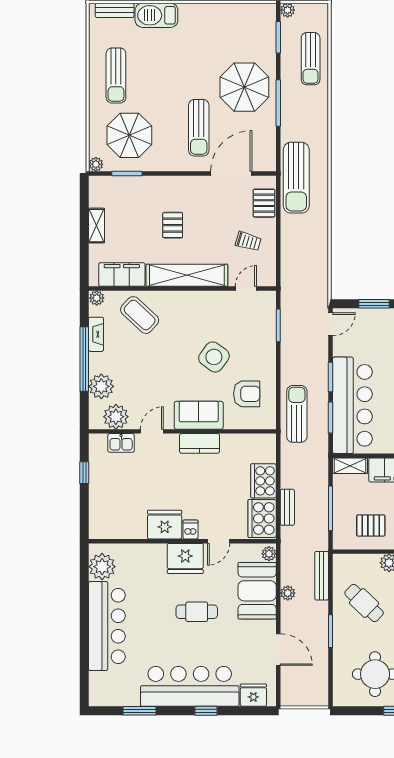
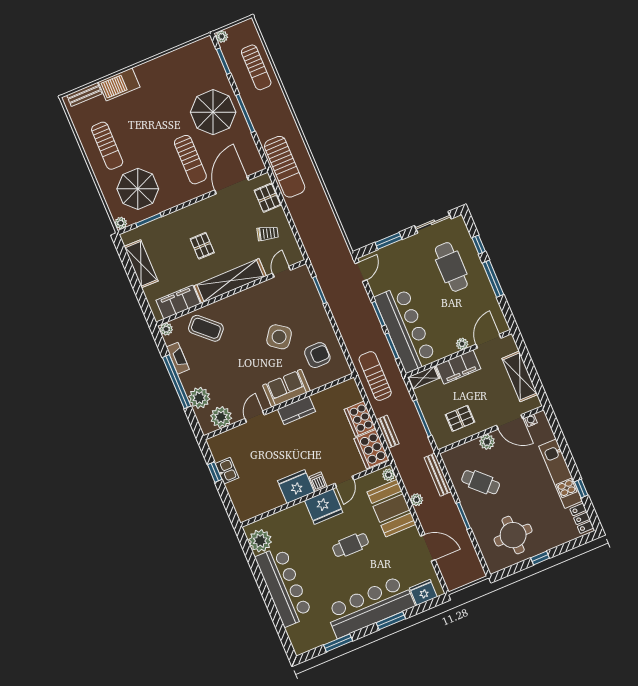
shelving: (97, 226) -> (141, 264), width x1.50, depth x1.33
sun lounger: (297, 414) -> (375, 376), moved
kitchen sink: (121, 443) -> (227, 471), moved, turned -90
window: (206, 711) -> (391, 621), width x1.50

